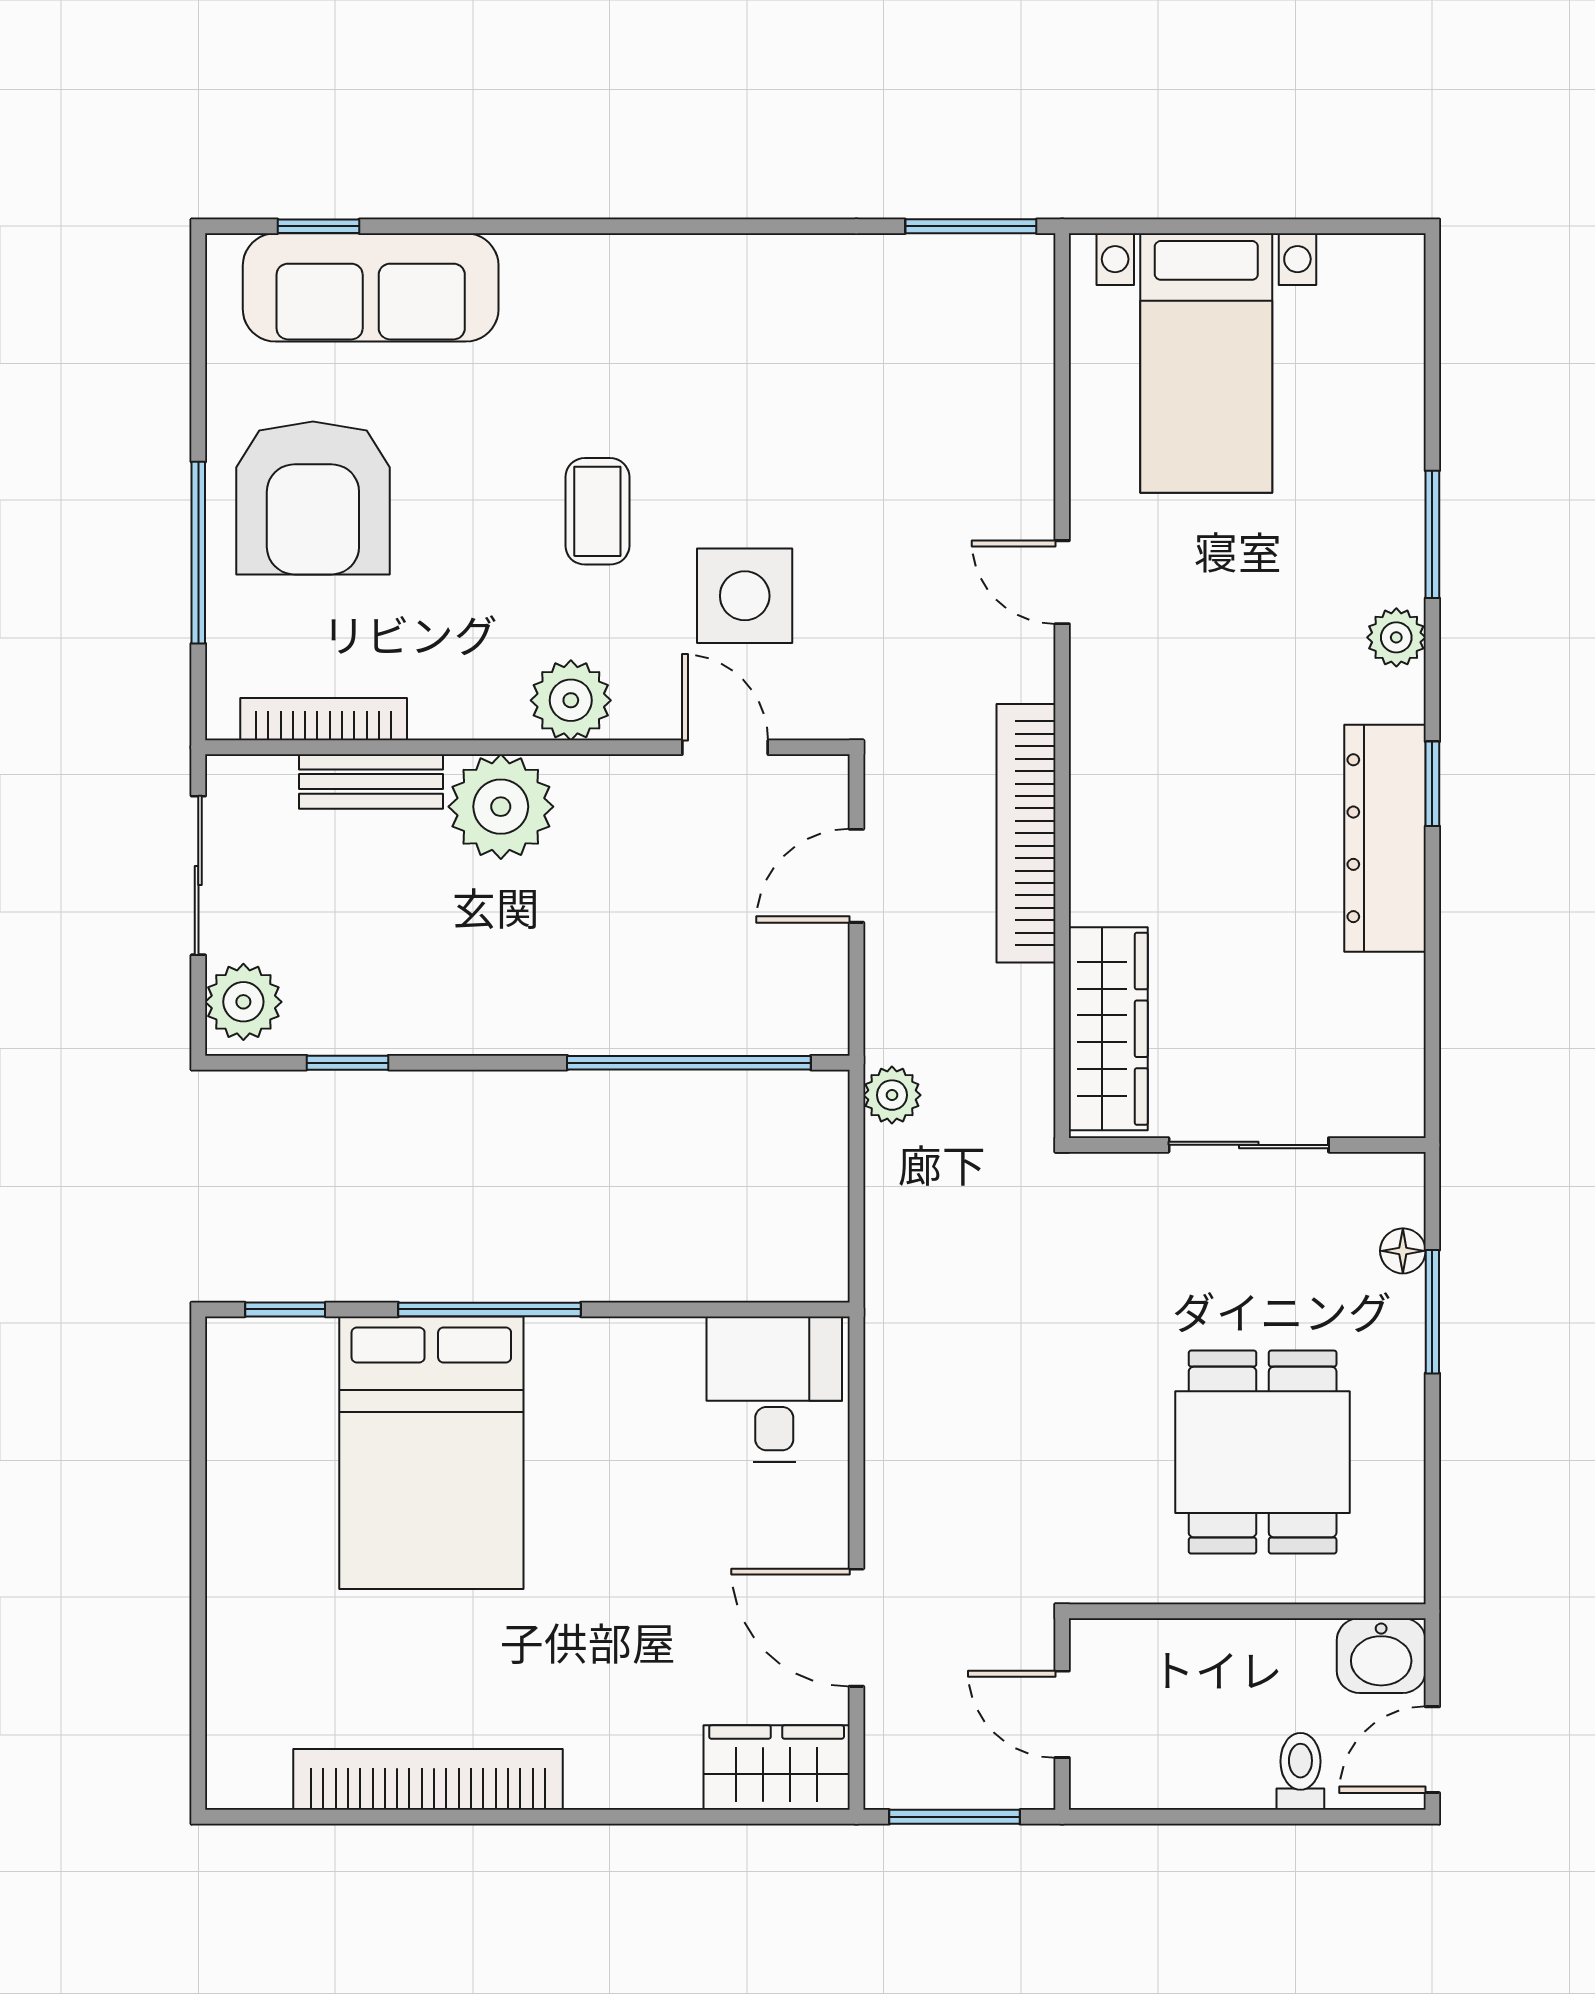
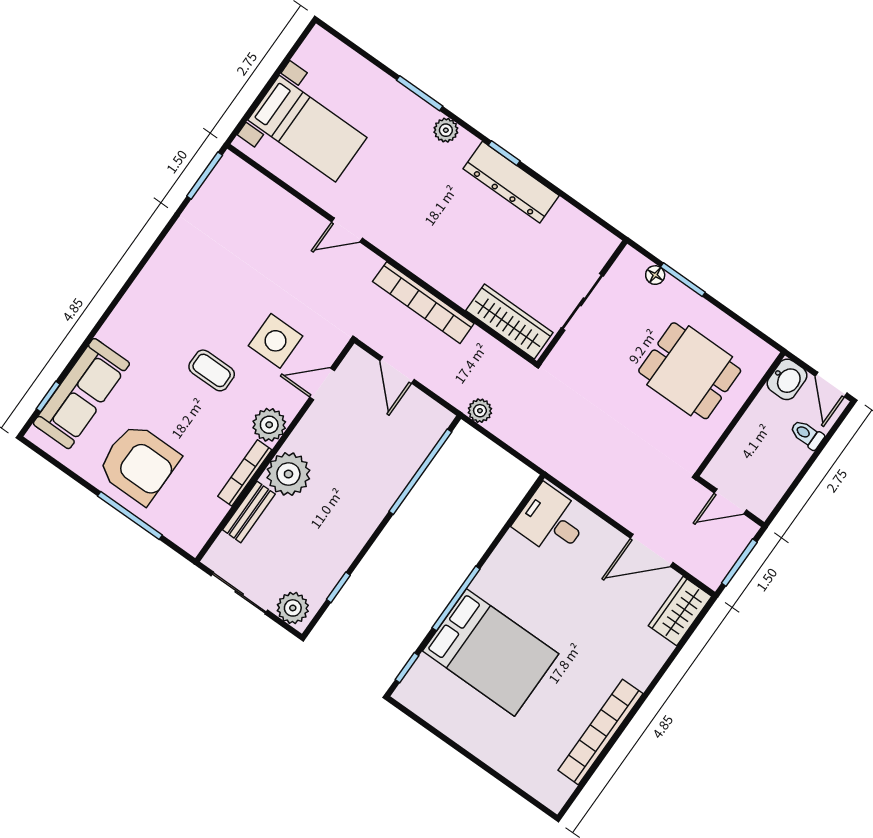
bookcase: (324, 719) -> (245, 473), moved

